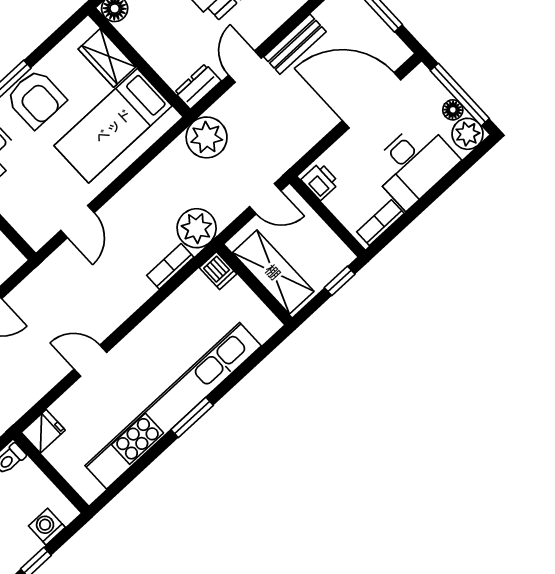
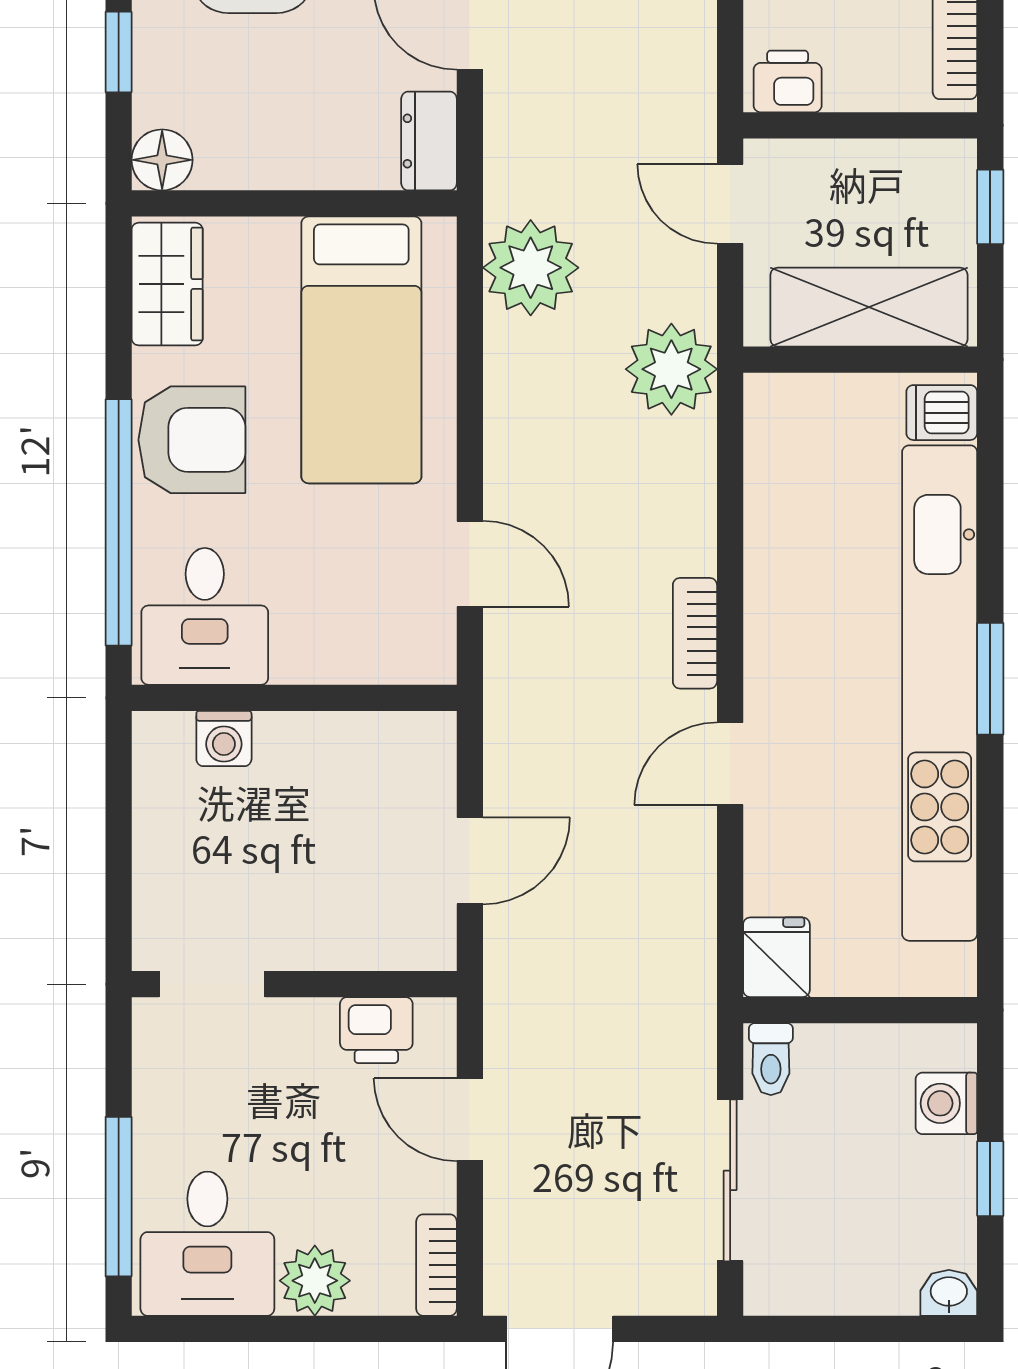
wardrobe: (107, 58) -> (167, 284), moved, turned -90
plant: (207, 137) -> (531, 268), moved
door: (265, 199) -> (730, 204), swing flipped
bookcase: (170, 266) -> (695, 633), moved
dishwasher: (218, 271) -> (942, 413), moved, turned 180

